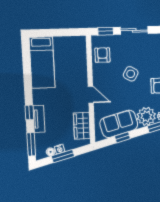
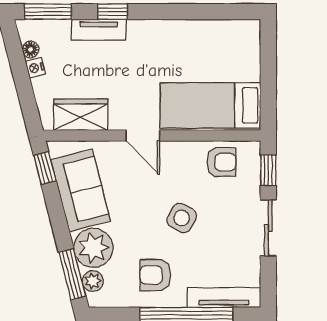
bed: (42, 63) -> (210, 105), moved
door: (91, 95) -> (143, 136), hinge flipped
window: (122, 137) -> (45, 168), moved
window: (63, 156) -> (21, 74), removed

